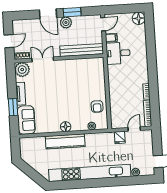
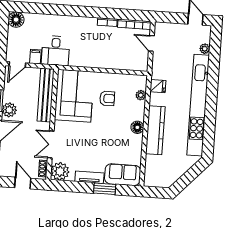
door: (103, 24) -> (17, 64), swing flipped
corner sofa: (84, 73) -> (74, 96), added
armchair: (97, 106) -> (107, 98), moved
fridge: (120, 137) -> (158, 86), moved

